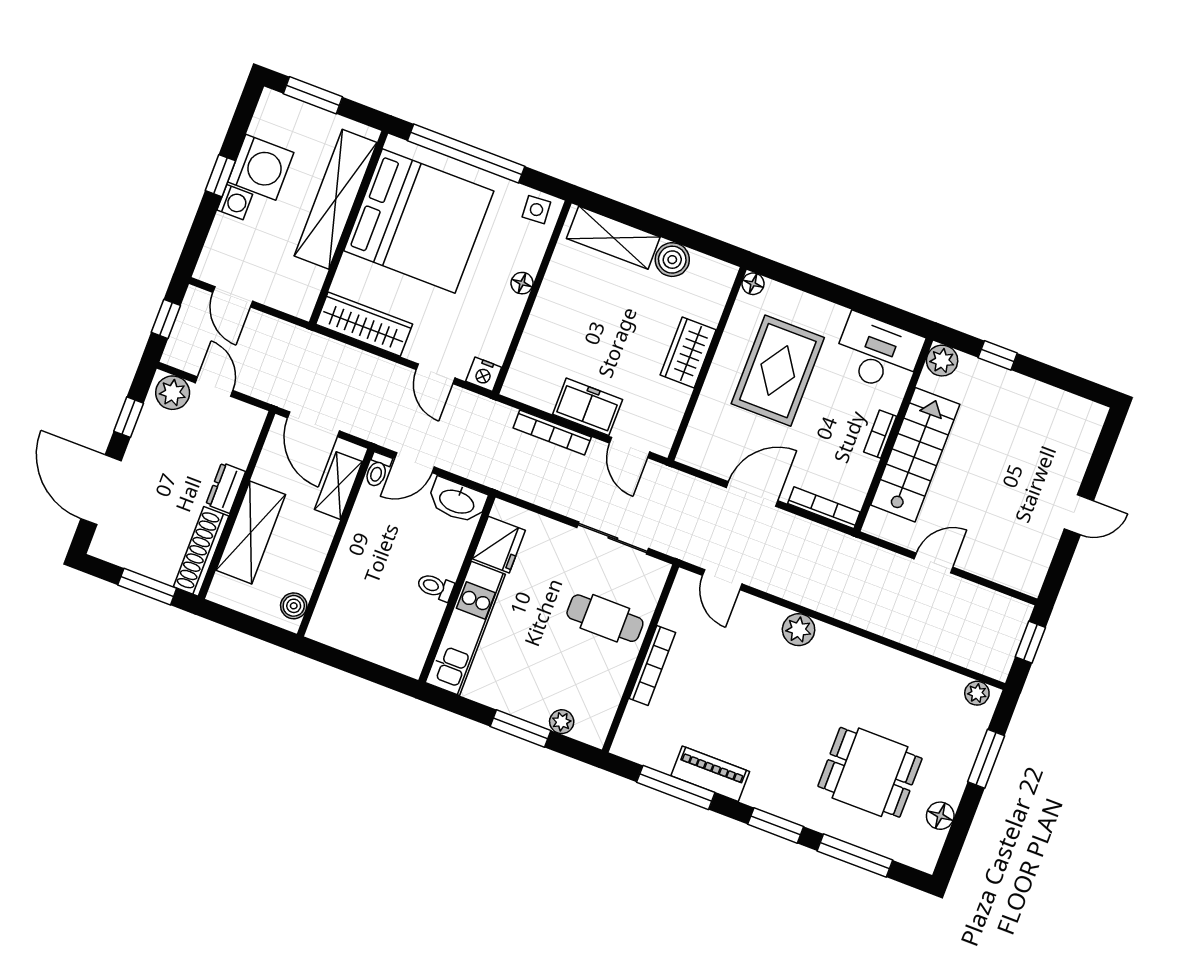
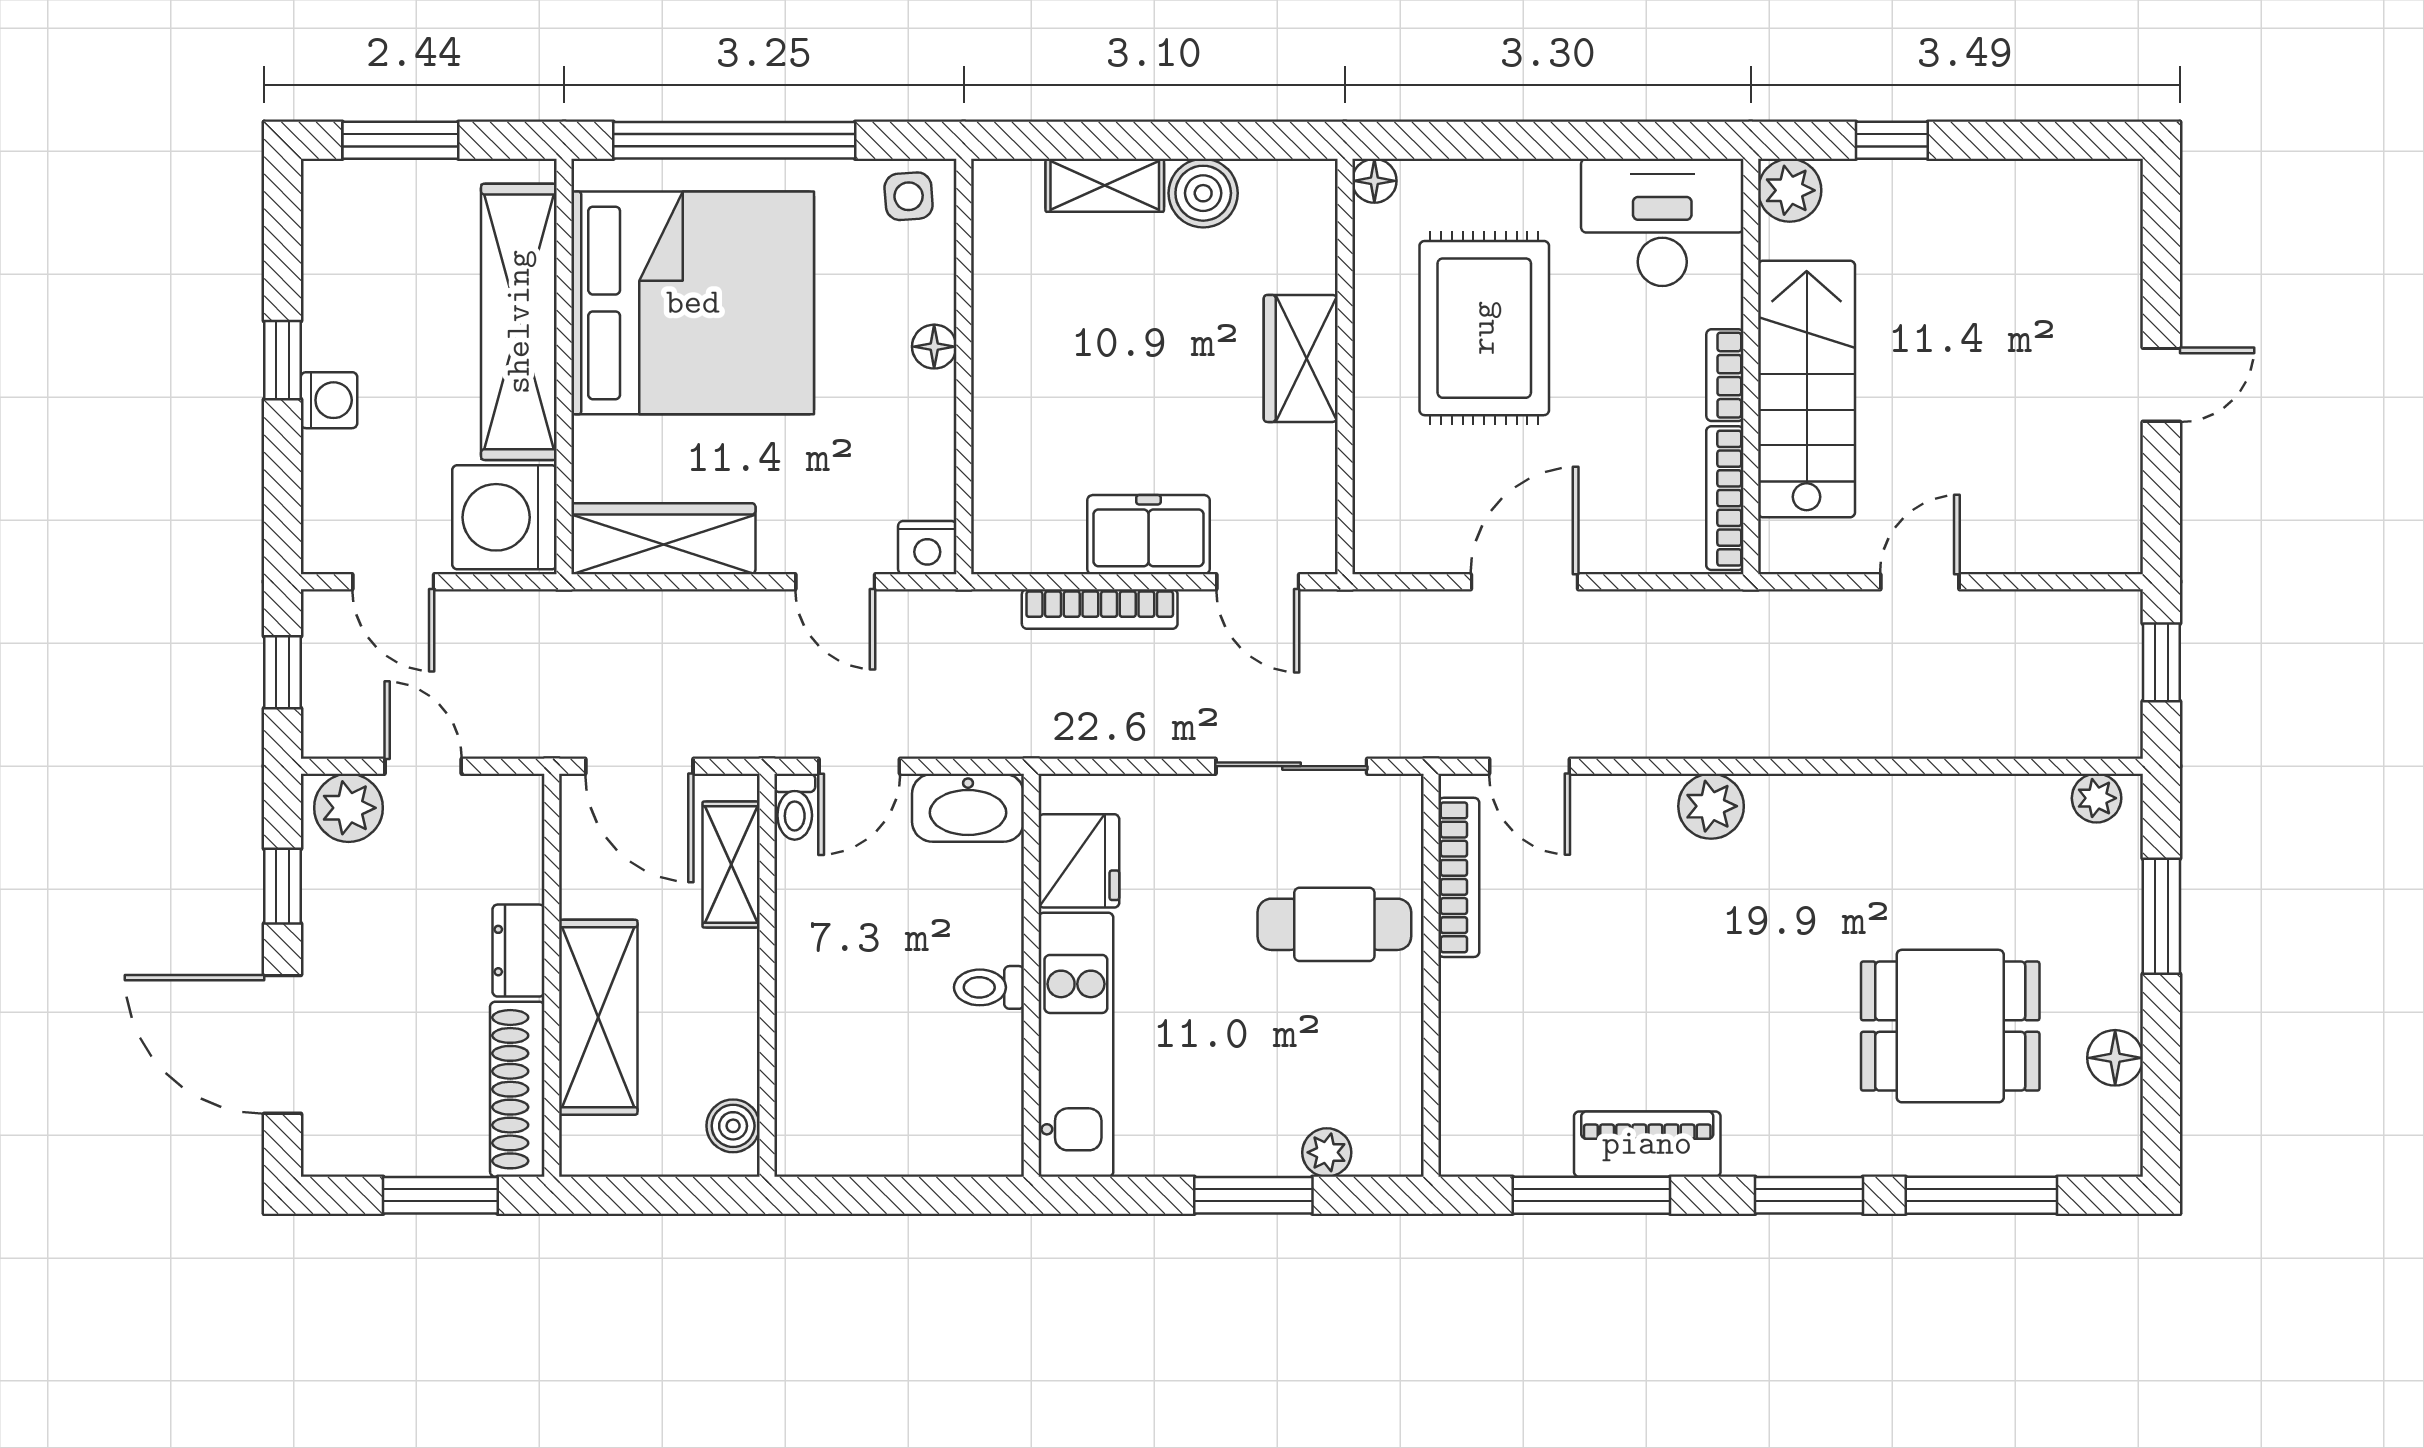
washing machine: (261, 167) -> (504, 517), moved, turned 180
shelving: (613, 238) -> (1105, 185), width x0.67, depth x0.75
bookcase: (824, 508) -> (1725, 498), moved, turned -90
bookcase: (652, 665) -> (1459, 877), moved

